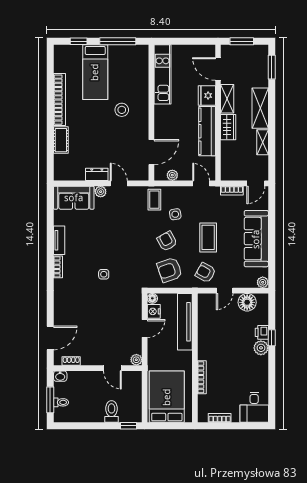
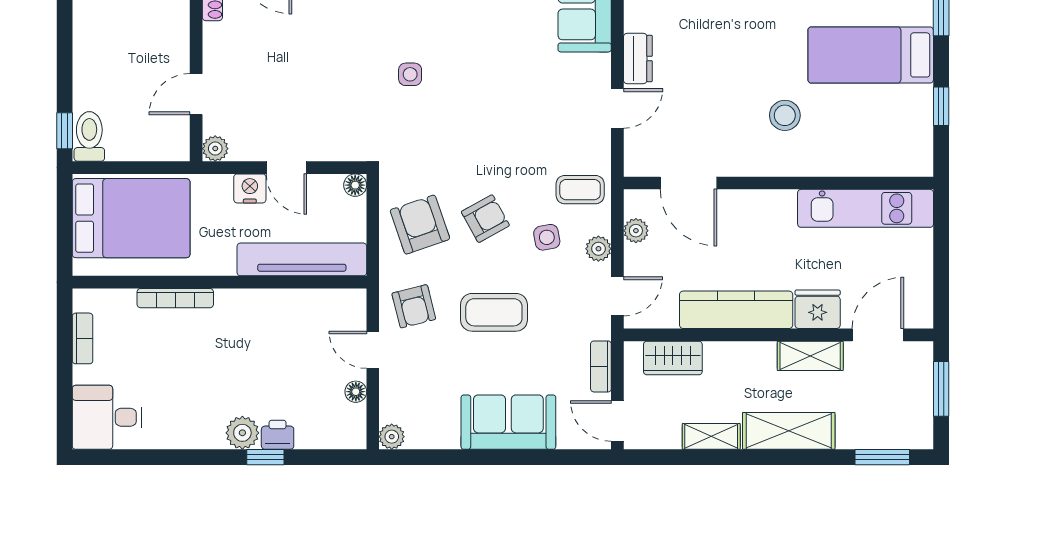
window: (118, 41) -> (941, 106), width x0.46
wardrobe: (228, 127) -> (673, 358), moved
plant: (101, 192) -> (598, 249), moved
sofa: (256, 239) -> (508, 422), width x0.73
armchair: (205, 273) -> (414, 306), turned 137
floor lamp: (247, 302) -> (356, 392), width x0.53, depth x0.53
nightstand: (154, 311) -> (250, 188), moved
toilet: (111, 411) -> (89, 136), moved, turned -90

